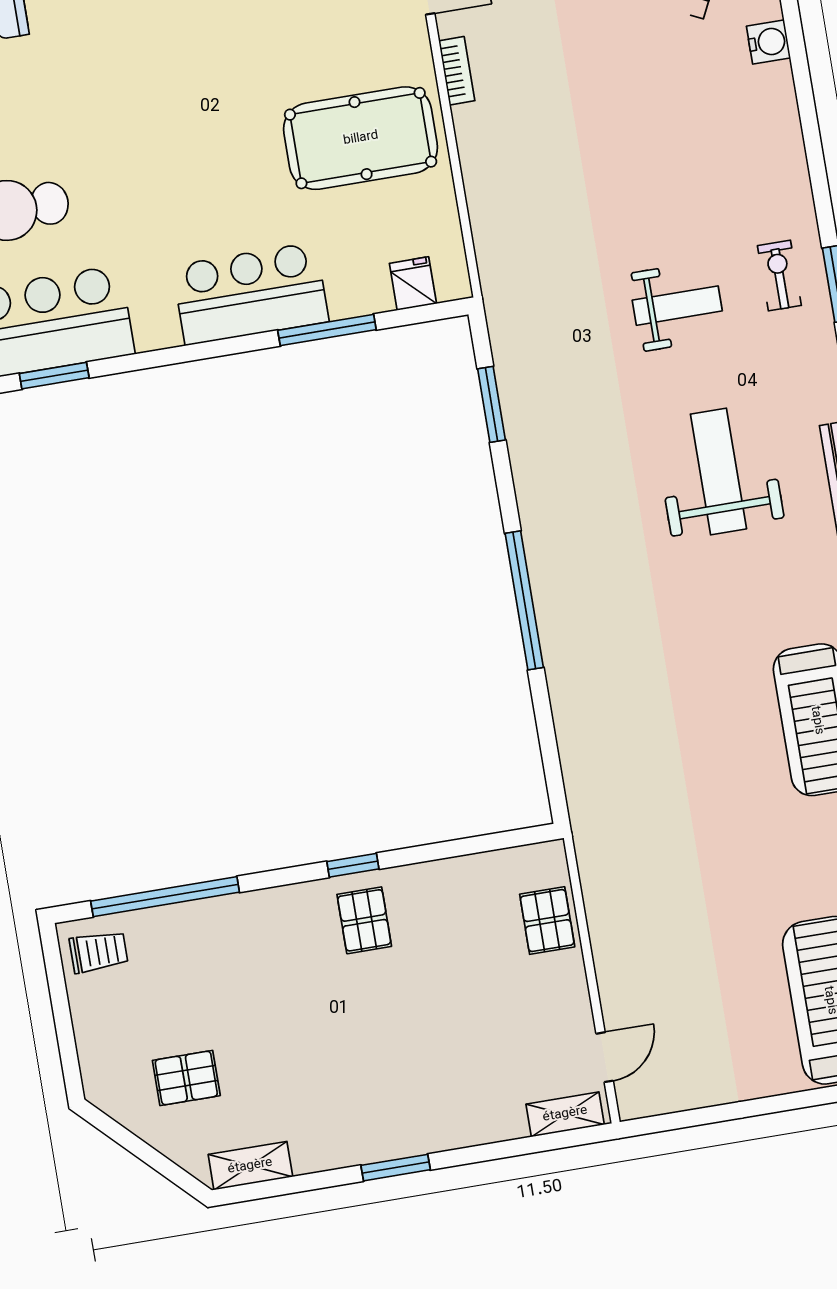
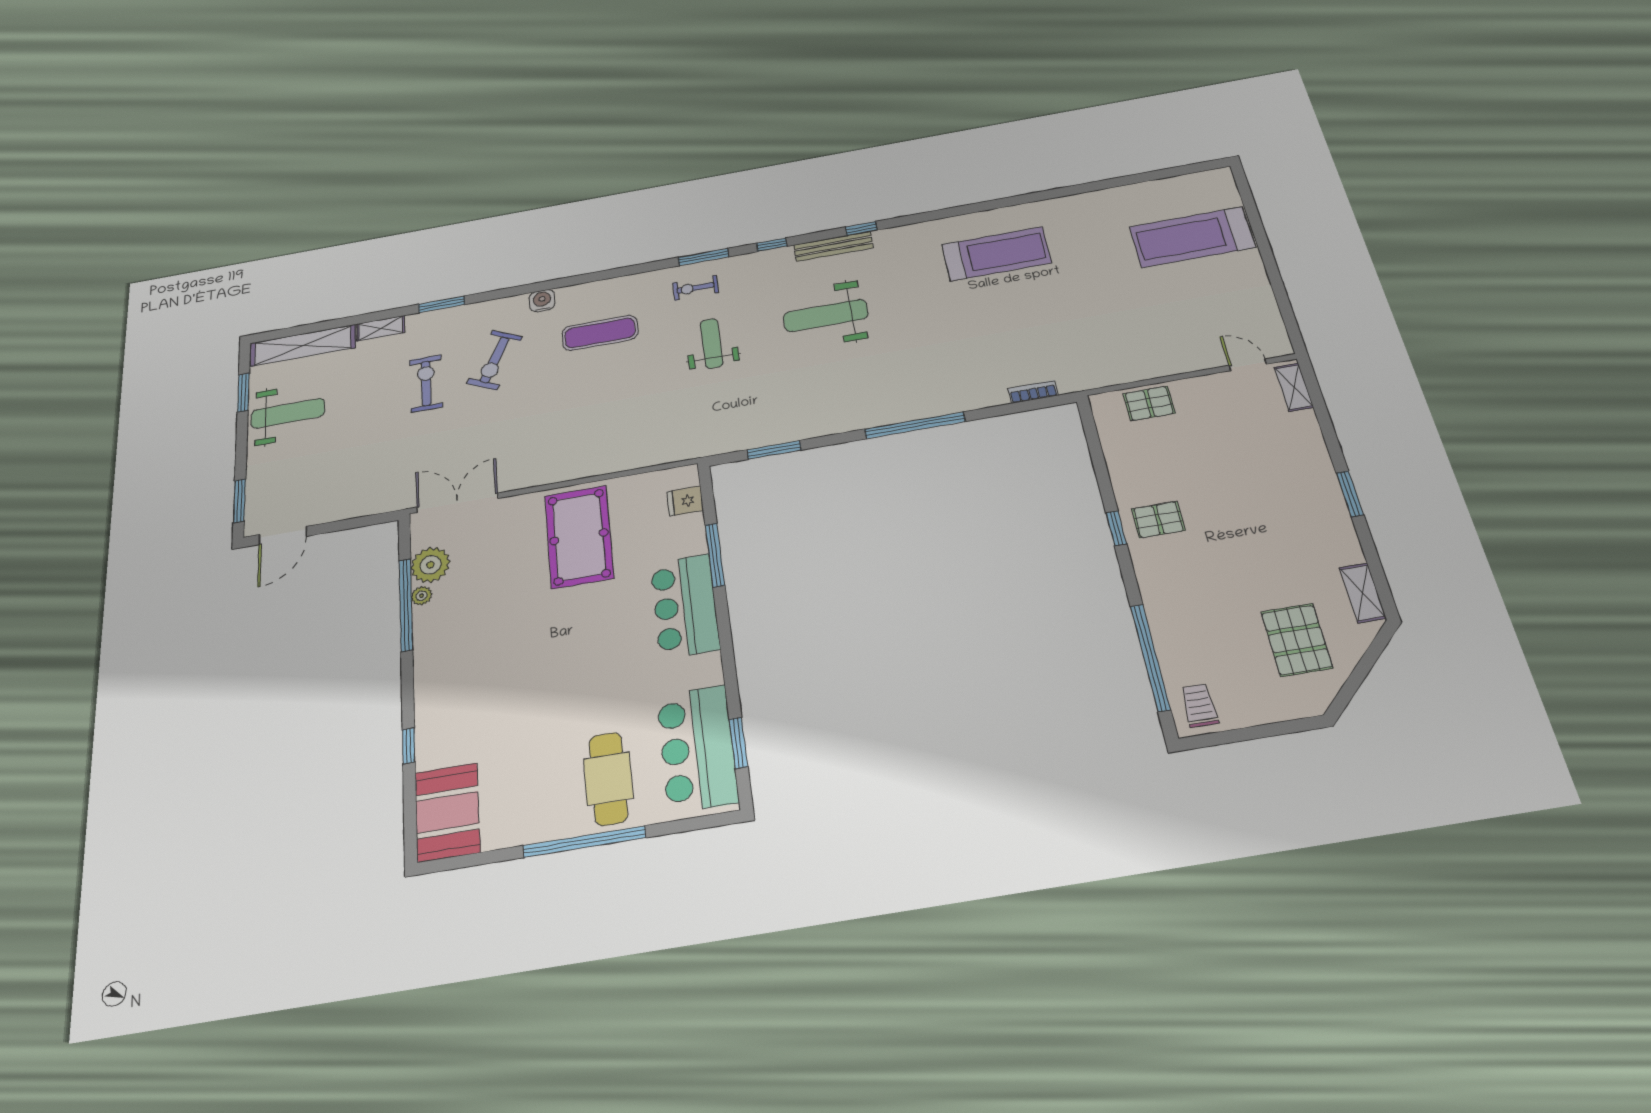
bookcase: (457, 71) -> (1033, 392), moved
exercise mat: (704, 137) -> (600, 333), added
pallet: (186, 1078) -> (1297, 640), width x1.50, depth x1.42

